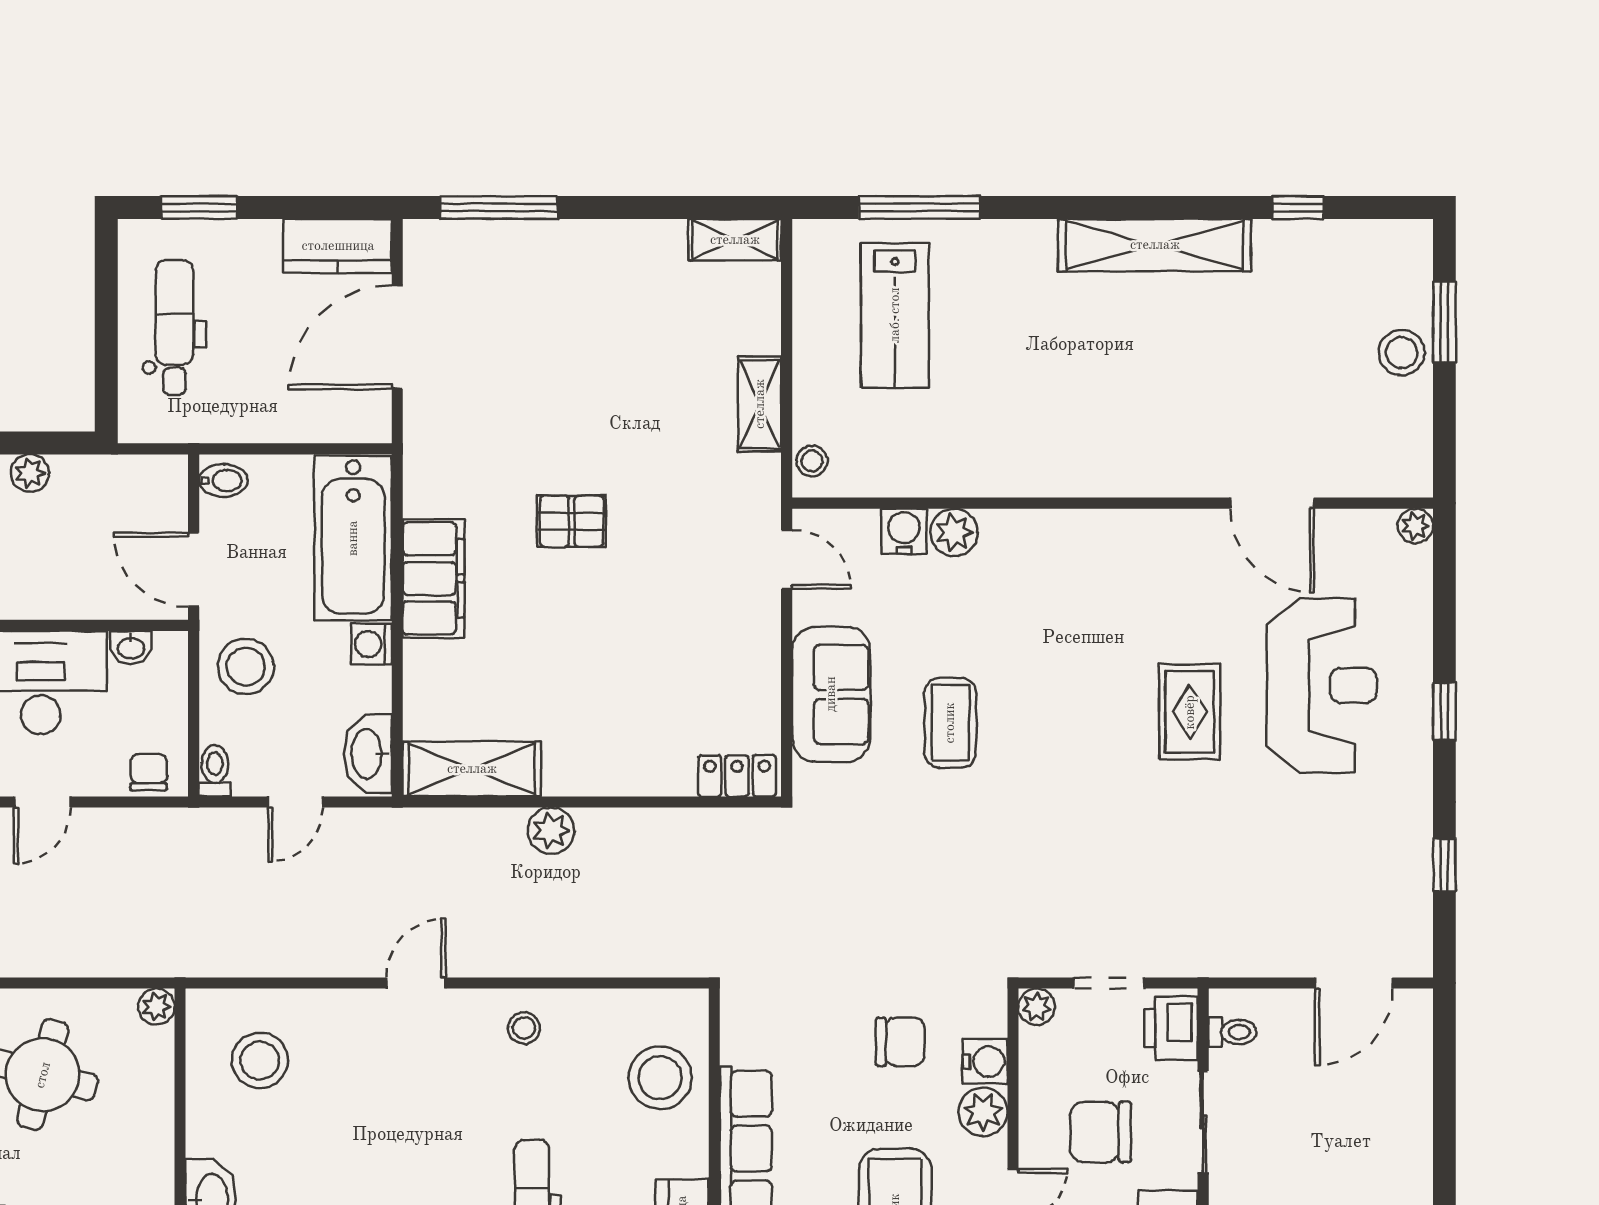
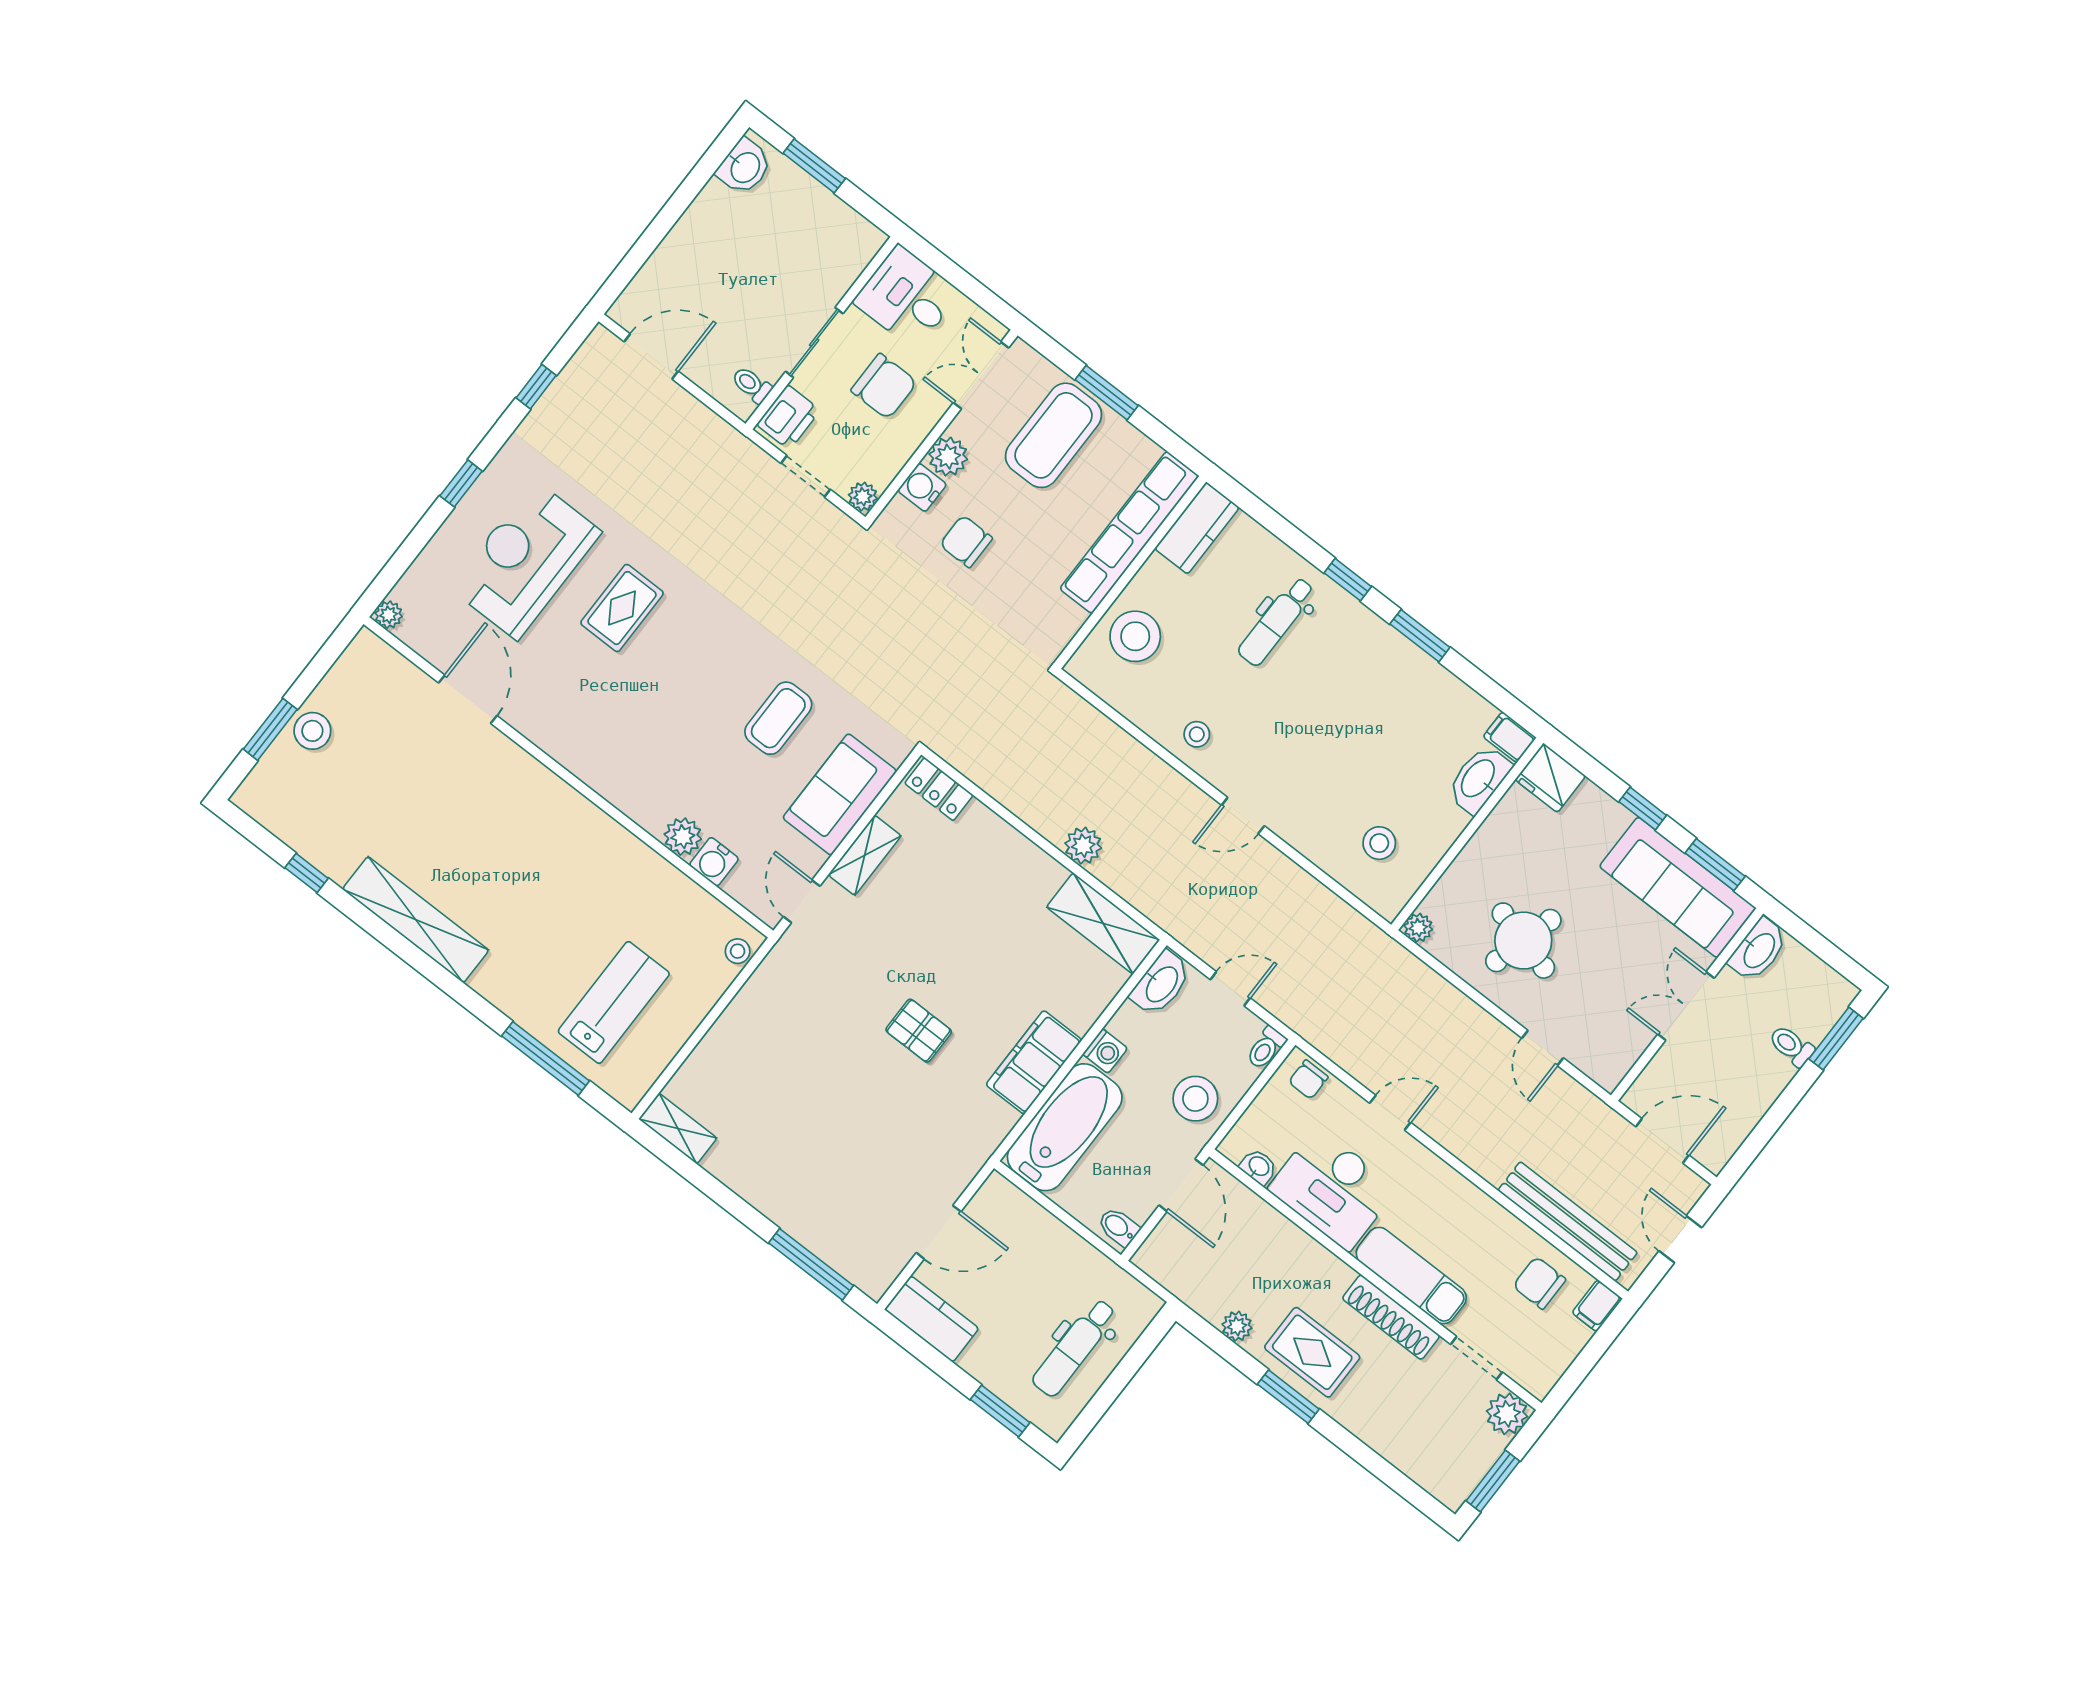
door: (397, 337) -> (939, 1232), width x0.73
shelving: (760, 404) -> (865, 855), moved
stool: (260, 1060) -> (1379, 843), width x0.73, depth x0.73

